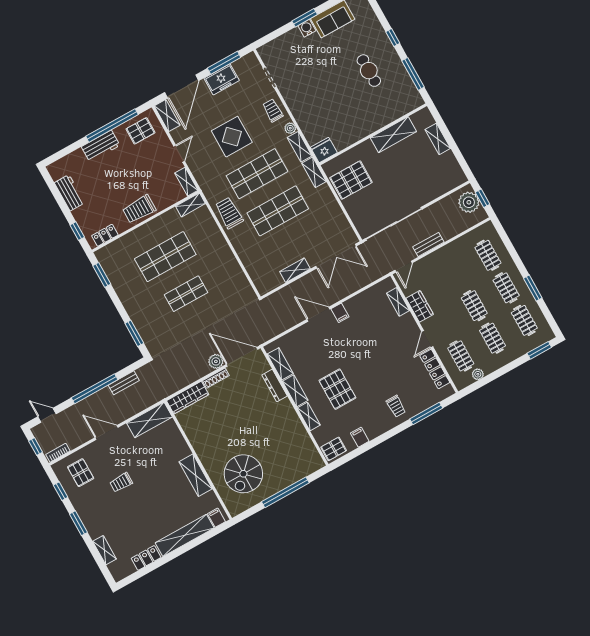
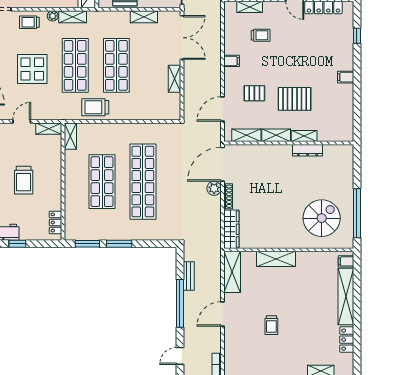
door: (179, 154) -> (22, 121), hinge flipped
shelving: (314, 172) -> (144, 17), moved
trolley: (139, 209) -> (24, 180), moved
window: (77, 231) -> (17, 244), moved
shop shelf: (186, 294) -> (143, 182), width x2.00, depth x1.36
door: (318, 314) -> (222, 109), moved
window: (134, 333) -> (119, 244), moved
dresser: (275, 385) -> (307, 150), moved
trolley: (396, 406) -> (261, 35), moved
window: (426, 414) -> (357, 36), width x0.46
filing cabinet: (360, 437) -> (346, 77), moved
pallet: (334, 449) -> (254, 93), moved, turned 90
pallet: (81, 473) -> (244, 355), removed
spiral stairs: (243, 474) -> (322, 218), turned -90
shelving: (196, 475) -> (276, 259), moved
window: (285, 492) -> (357, 213), moved

